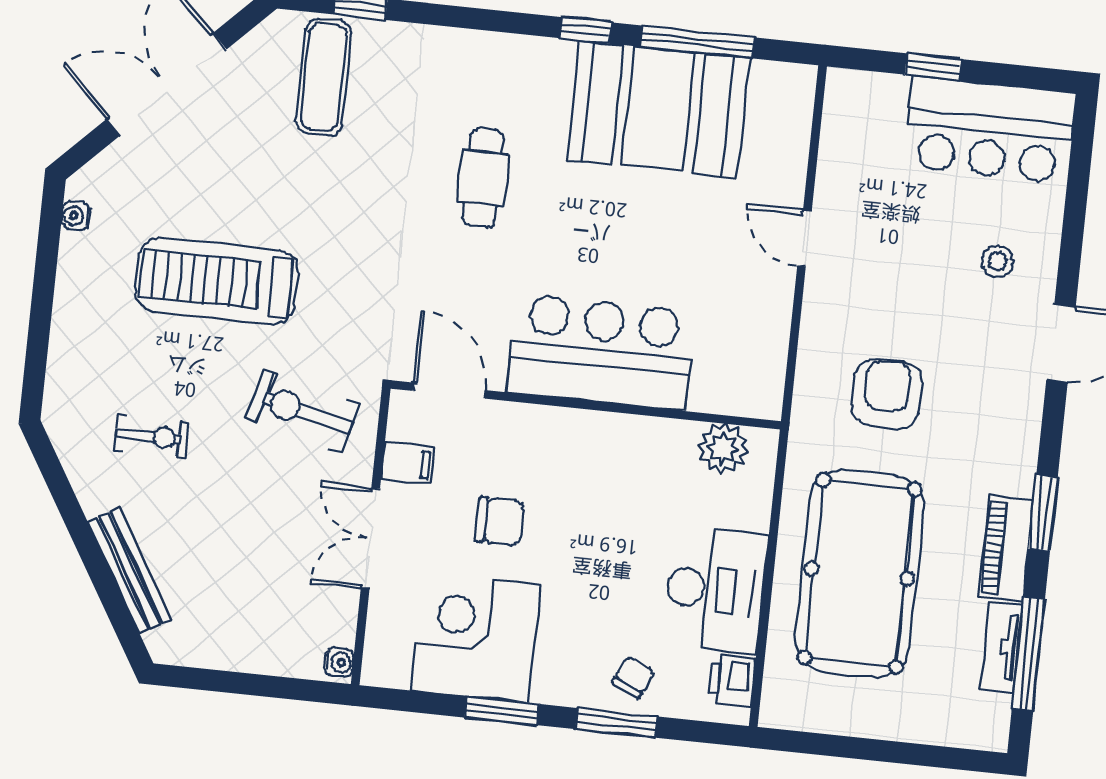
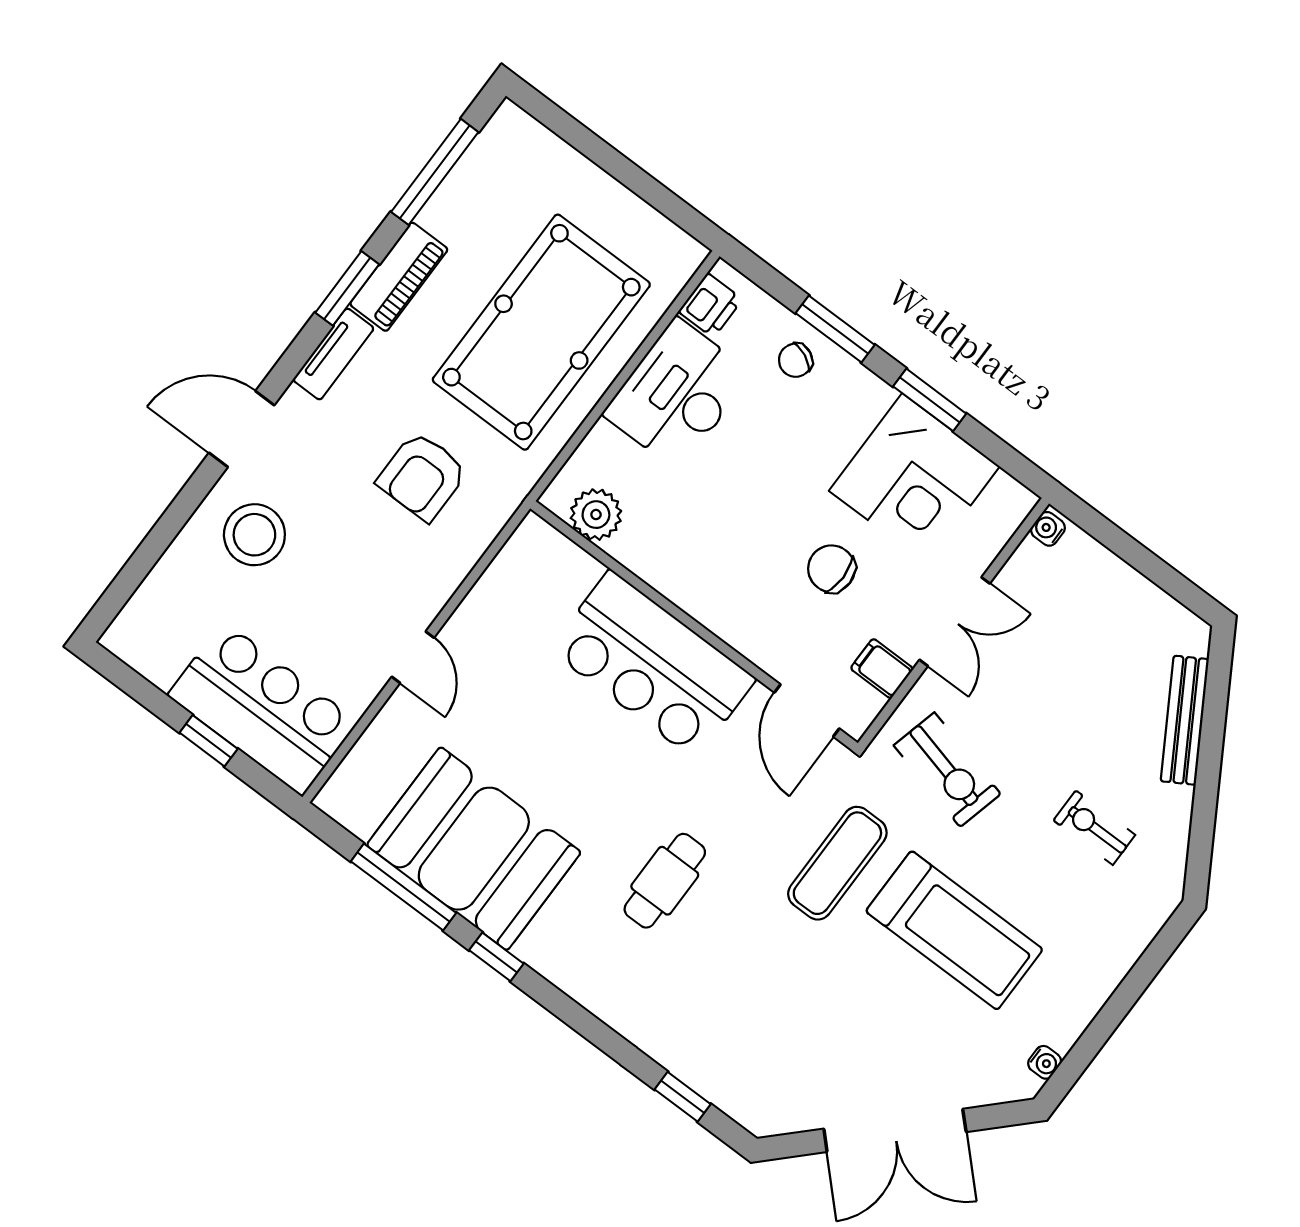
exercise mat: (324, 77) -> (837, 863), moved
bar counter: (990, 130) -> (263, 709), moved
stool: (998, 261) -> (254, 535), width x1.89, depth x1.89
tv unit: (1001, 647) -> (333, 354), moved

